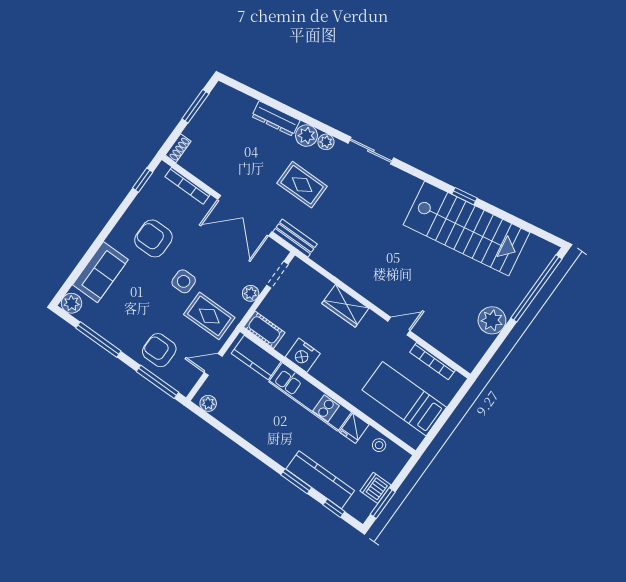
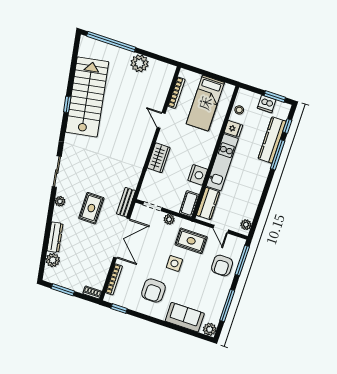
plant: (306, 136) -> (53, 260), moved
rug: (209, 316) -> (191, 241), turned 90
window: (296, 481) -> (278, 155), width x1.44

